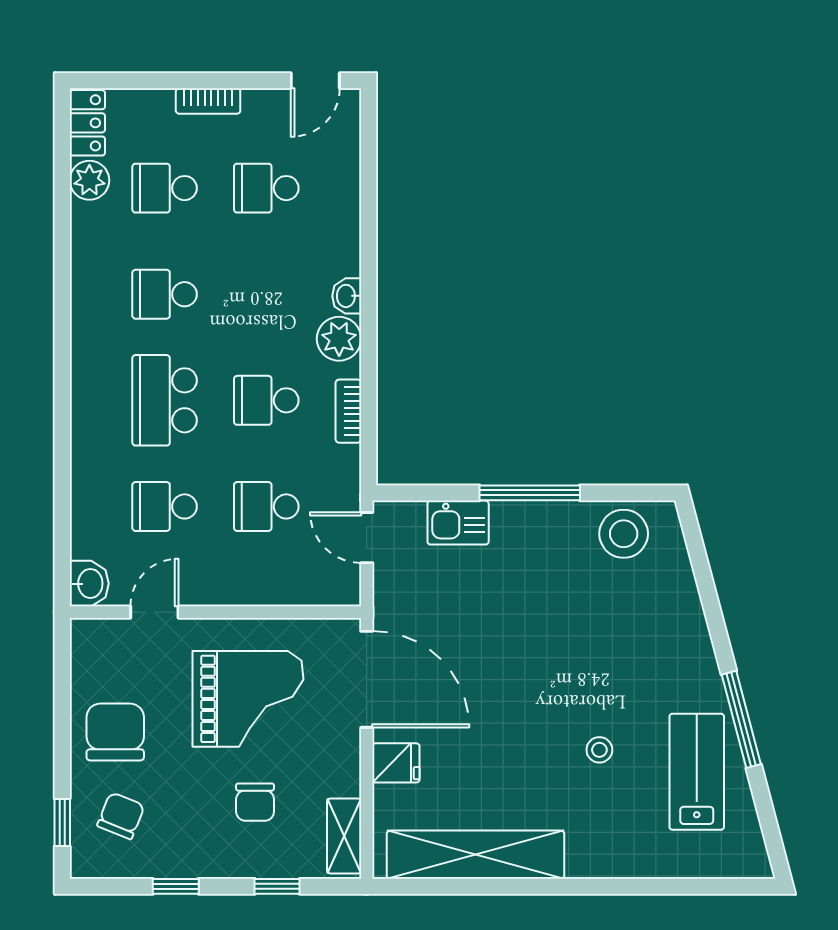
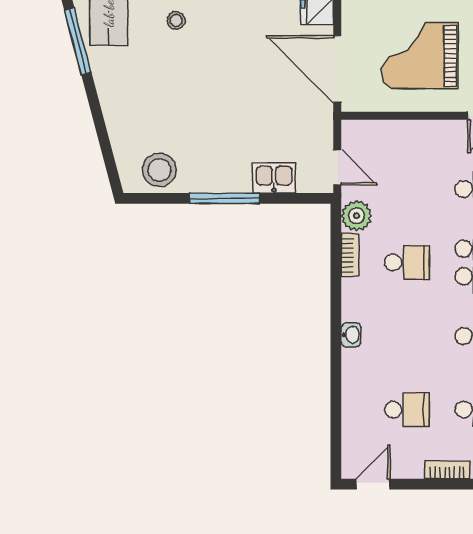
plant: (339, 339) -> (357, 216), moved
school desk: (266, 506) -> (407, 189), removed

